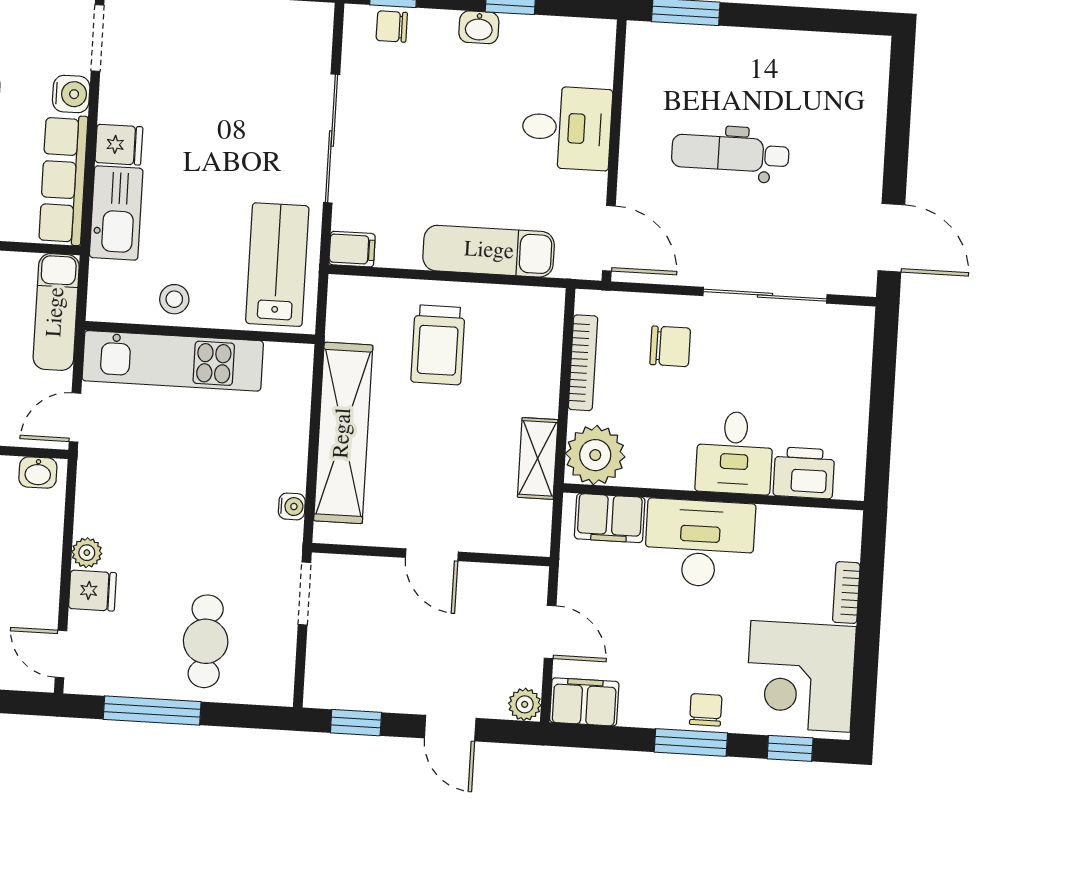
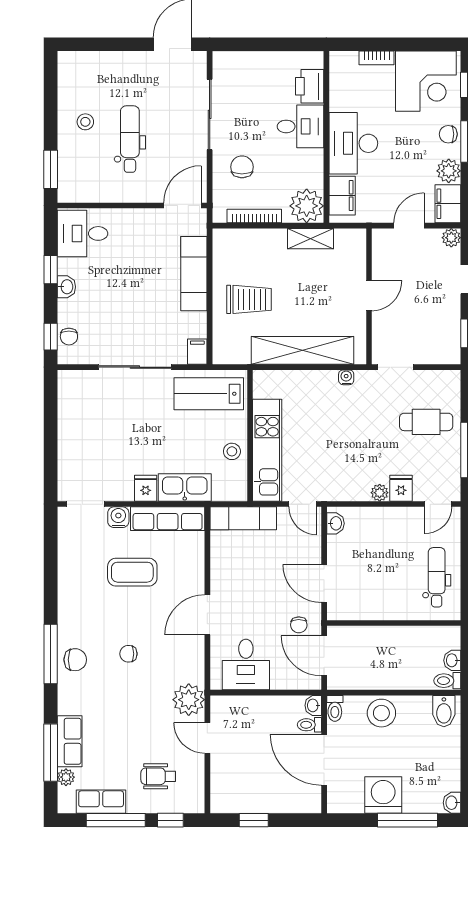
stool: (765, 77) -> (85, 122), added
desk: (567, 128) -> (83, 233), moved, turned -90
dental chair: (730, 153) -> (130, 139), turned 180
plant: (642, 707) -> (449, 171), added

